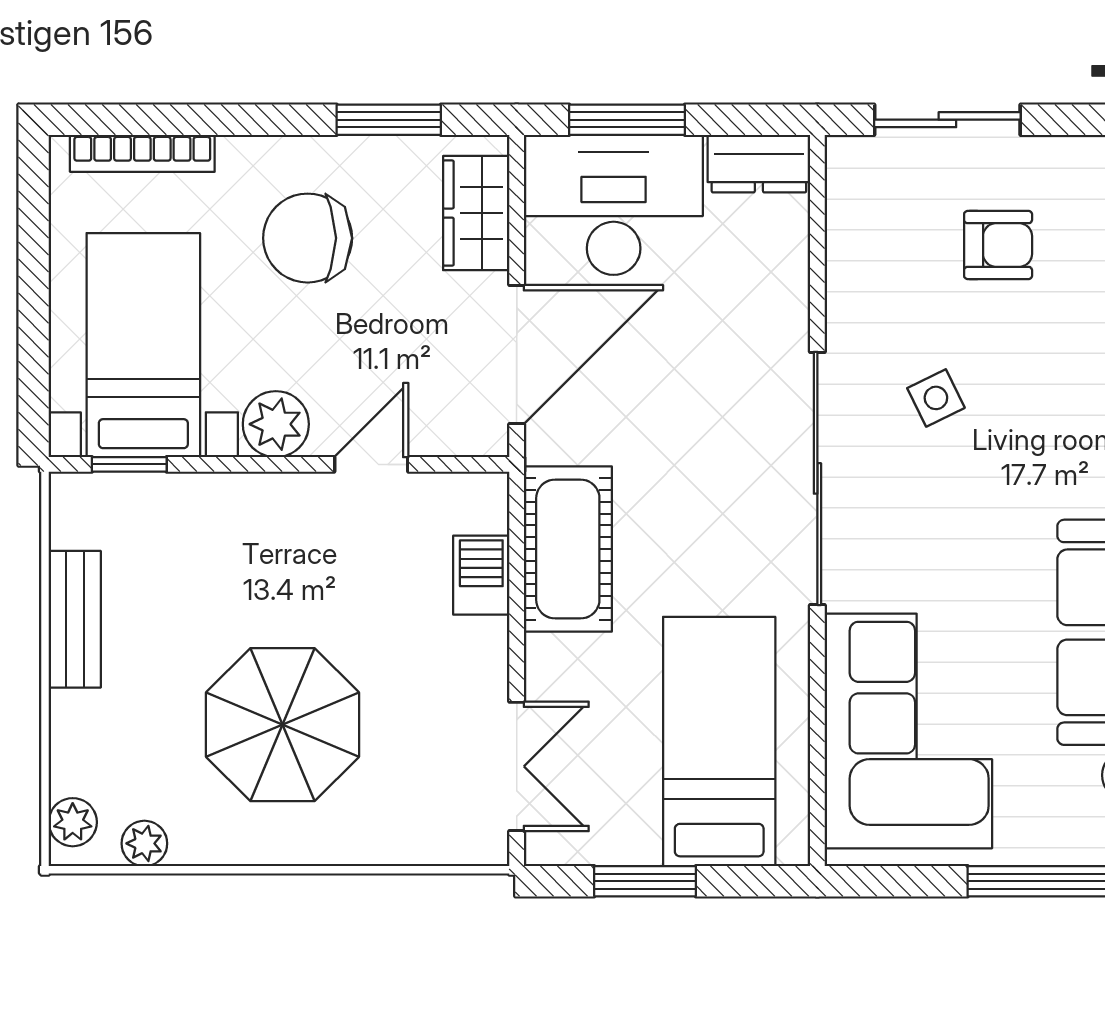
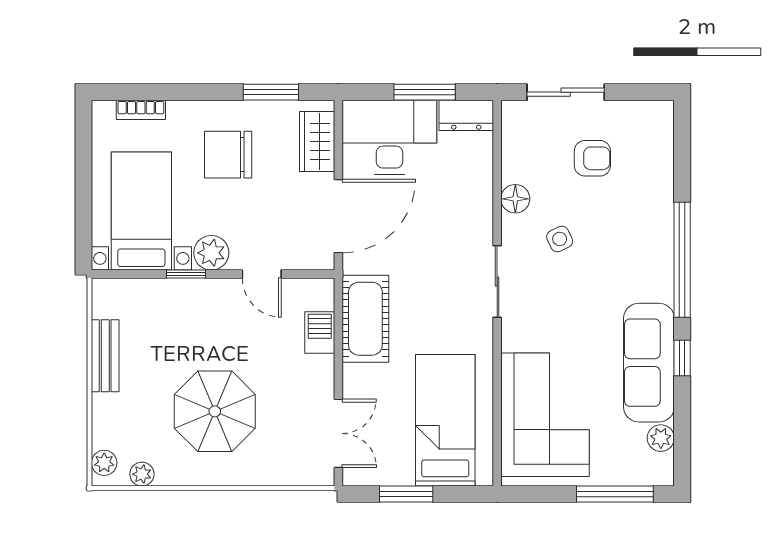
window: (627, 120) -> (425, 92), moved
bookcase: (142, 153) -> (141, 110), width x0.64
floor lamp: (852, 322) -> (515, 199), added
window: (129, 464) -> (186, 274), moved
door: (371, 464) -> (262, 274), swing flipped
sliding door: (817, 478) -> (497, 281), width x0.54

